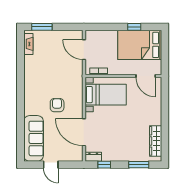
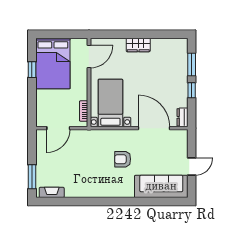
door: (84, 132) -> (154, 128), swing flipped
wardrobe: (156, 141) -> (138, 45), moved, width x0.67
window: (104, 165) -> (192, 90), moved

